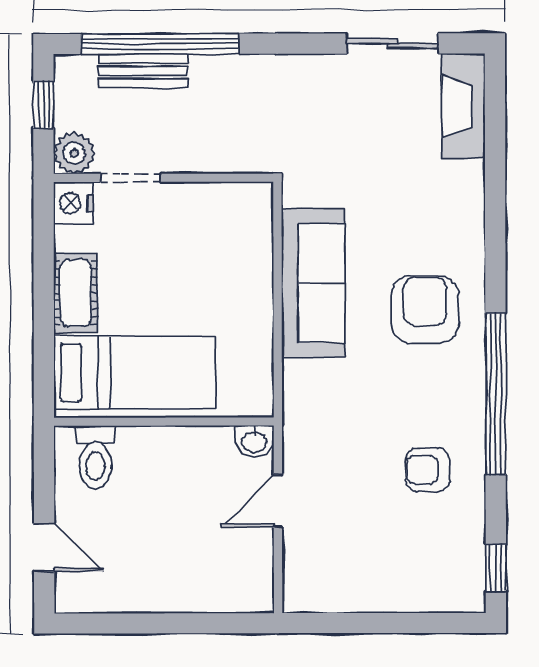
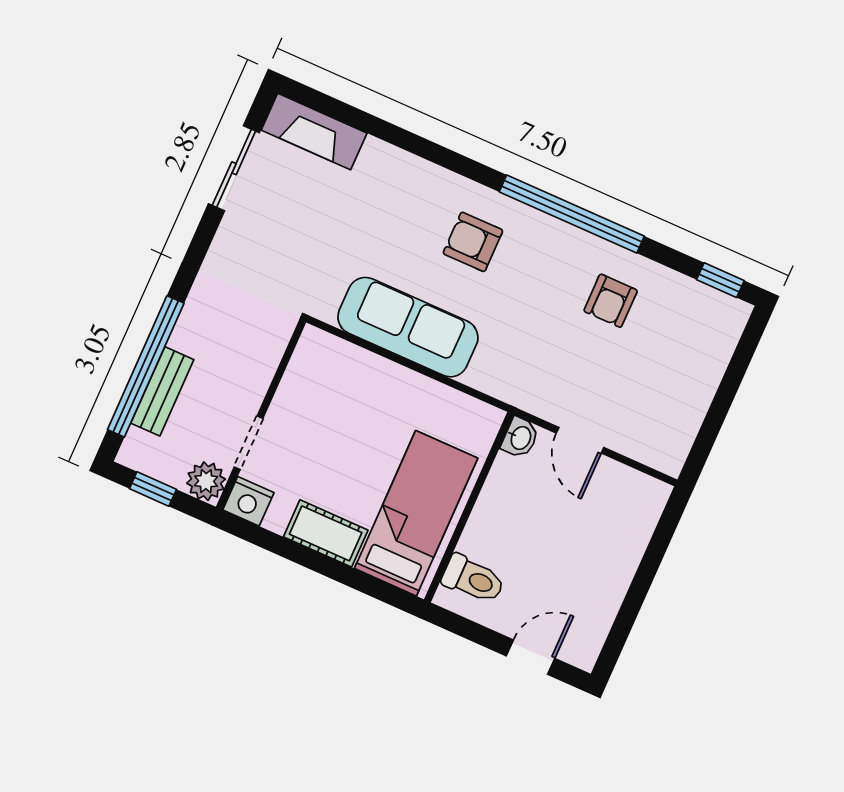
armchair: (425, 309) -> (473, 242), width x0.72, depth x0.72

